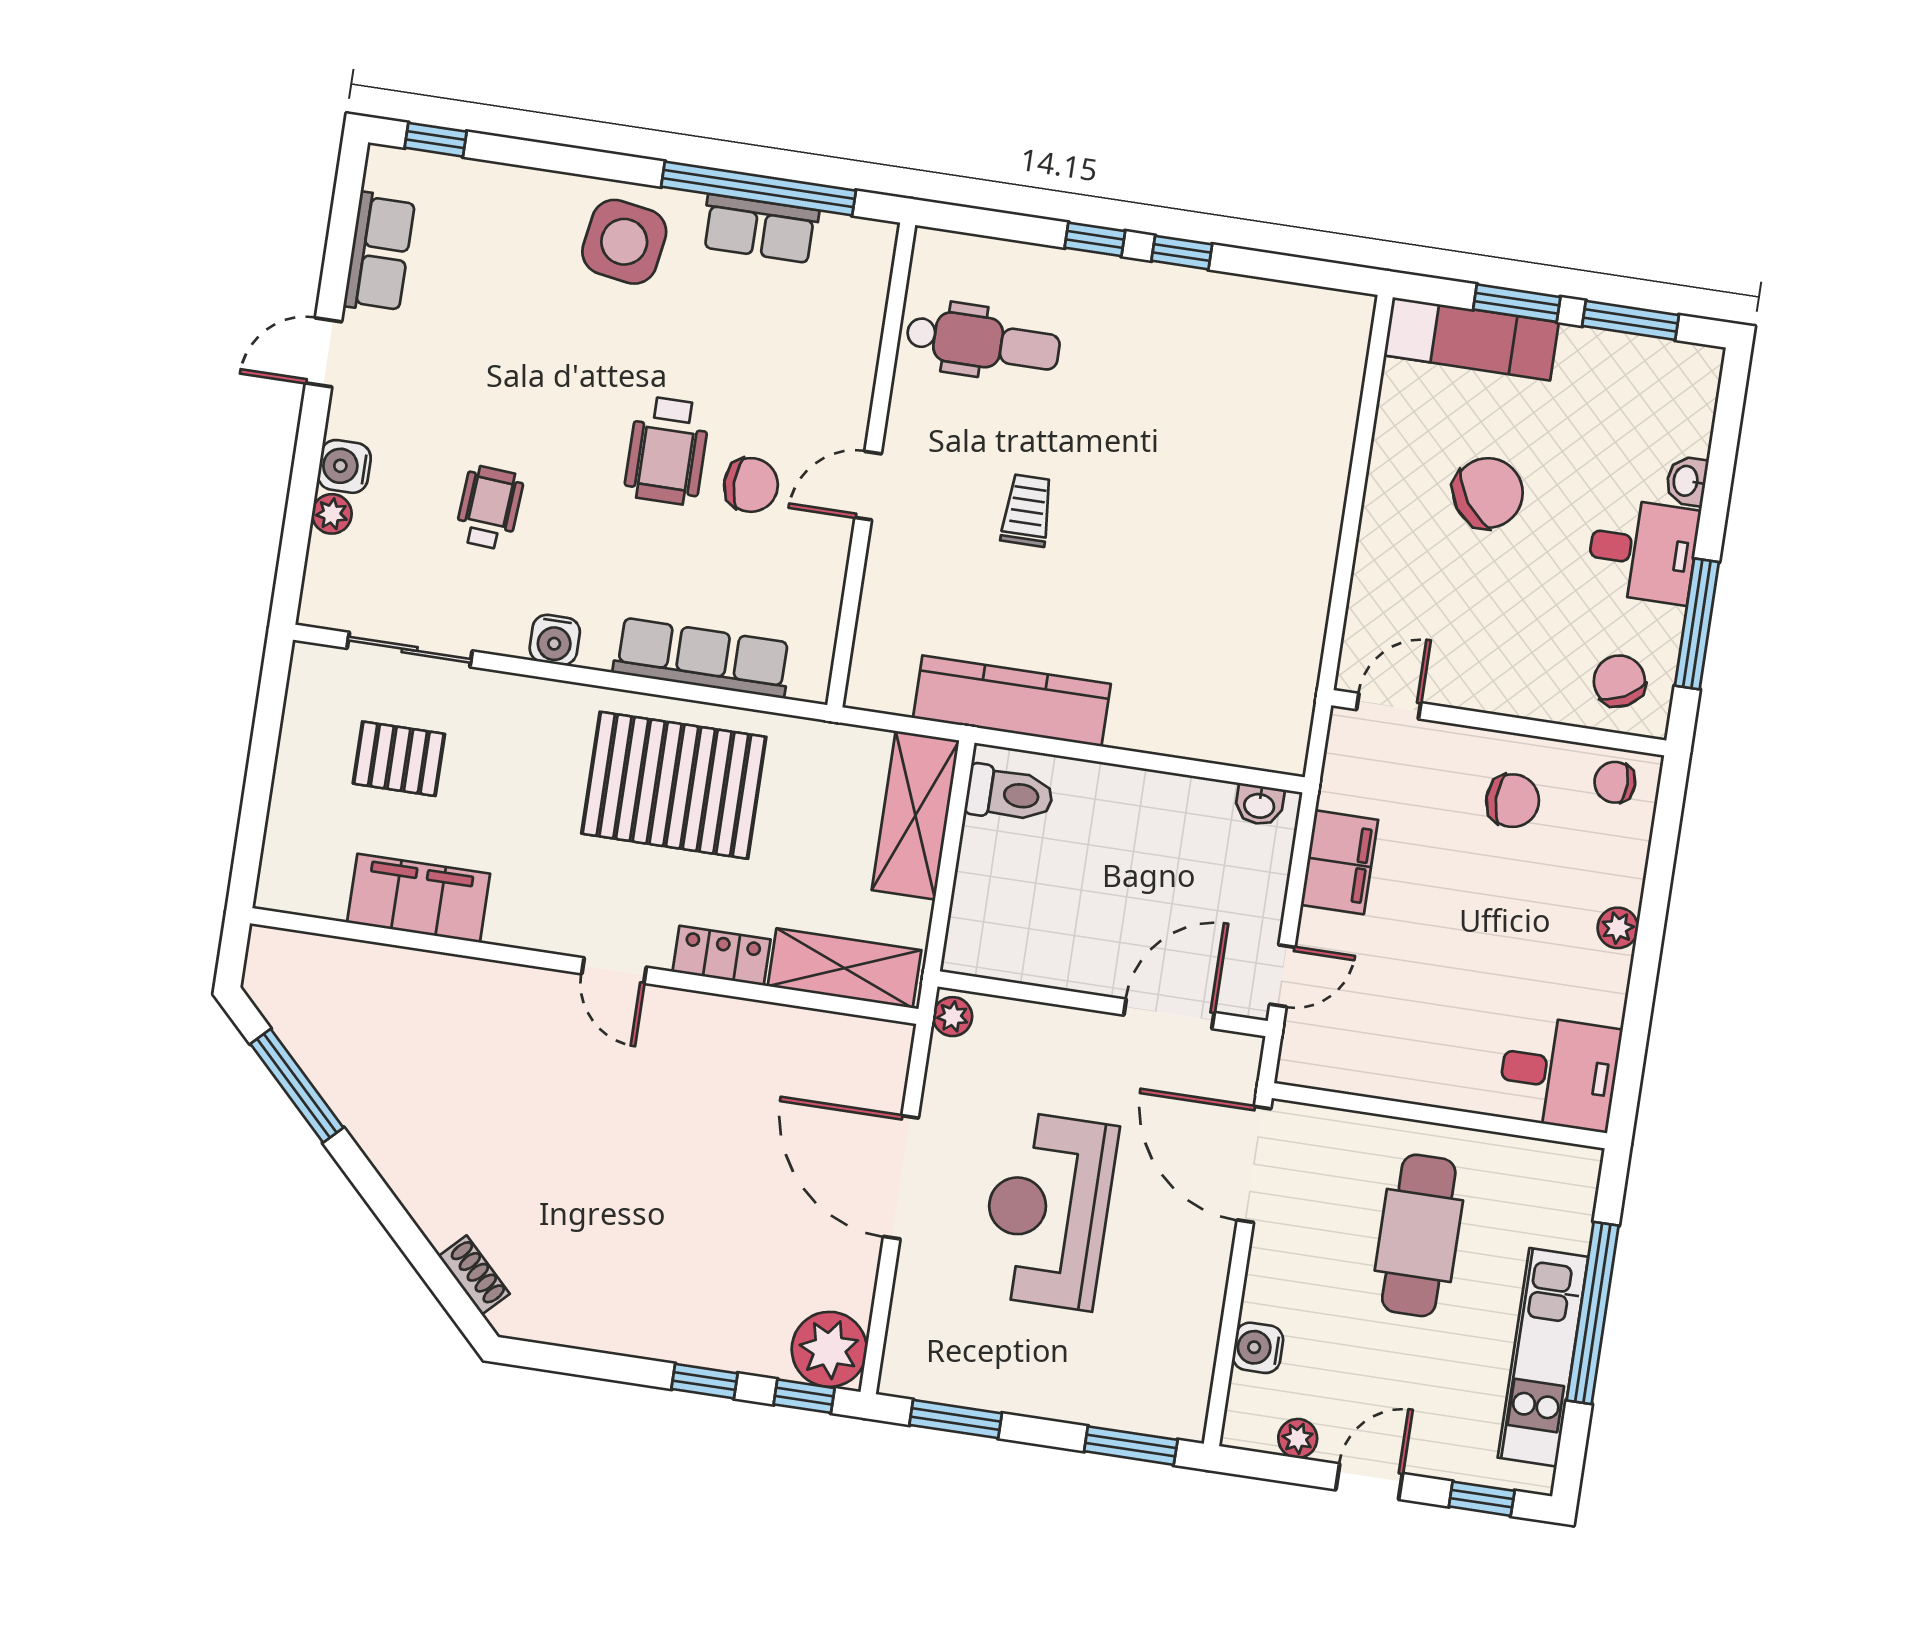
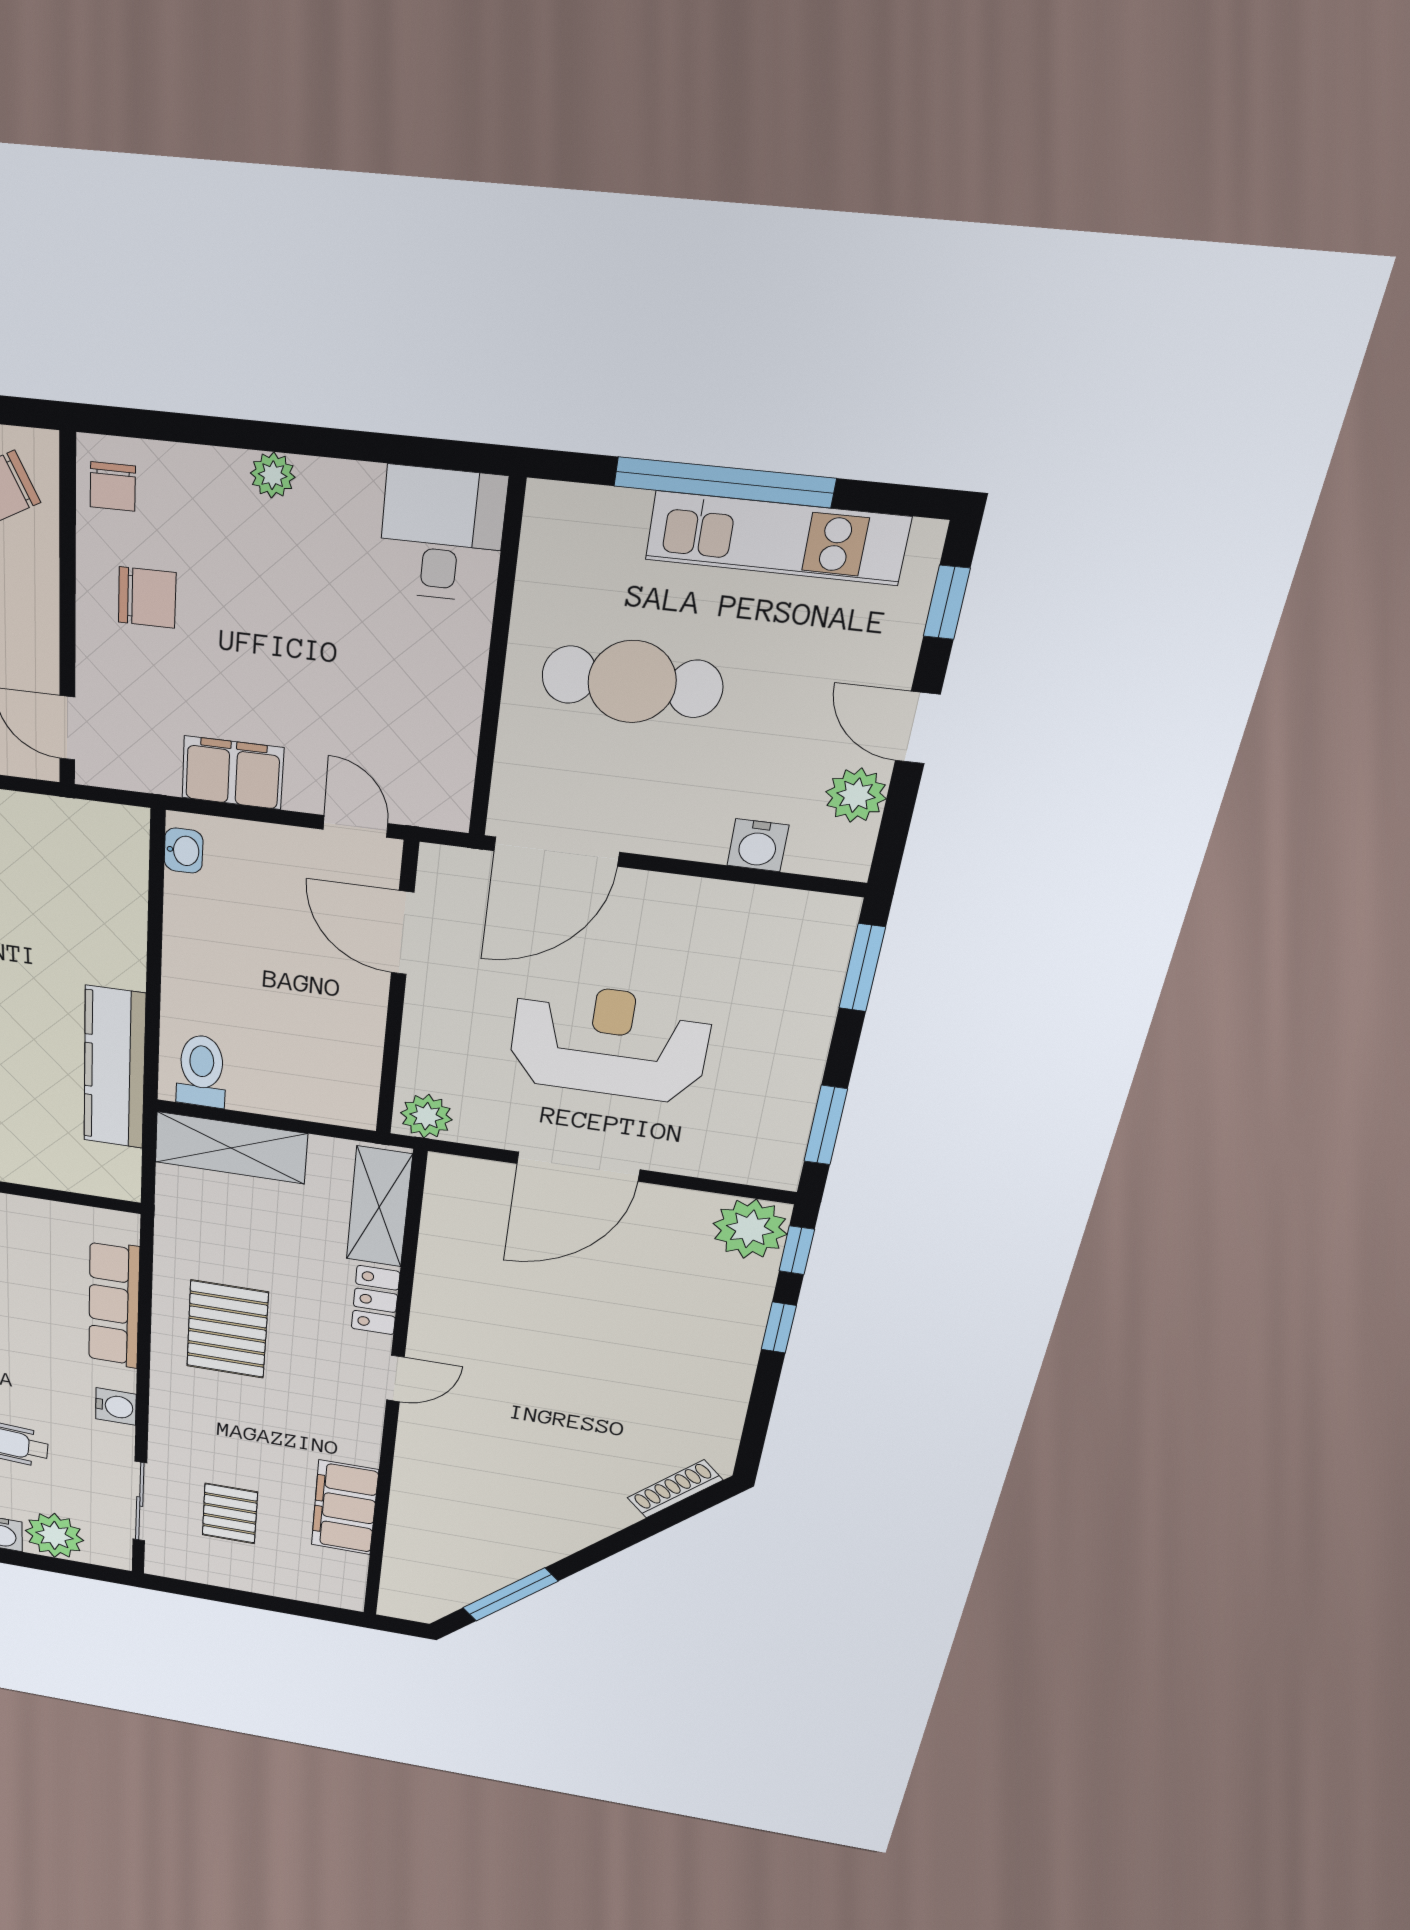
plant: (332, 514) -> (54, 1535), width x1.87, depth x1.87
pallet: (674, 785) -> (227, 1329), width x0.73, depth x0.71
chair: (1513, 801) -> (147, 598), turned 90
plant: (953, 1017) -> (426, 1116), width x1.38, depth x1.38
reception desk: (1048, 1210) -> (609, 1042), turned 180
shoe rack: (474, 1275) -> (675, 1489), width x1.43
plant: (1298, 1438) -> (856, 795), width x1.38, depth x1.38

